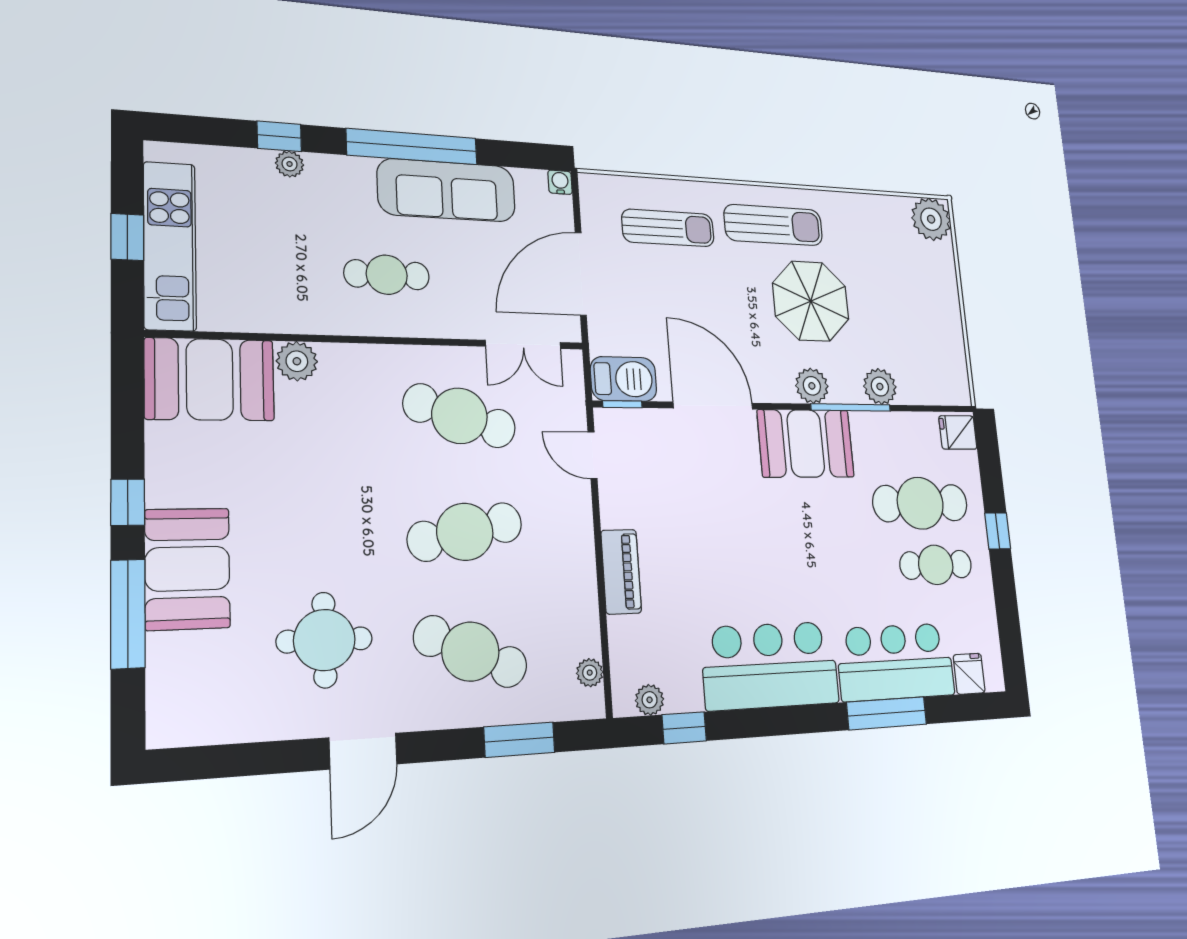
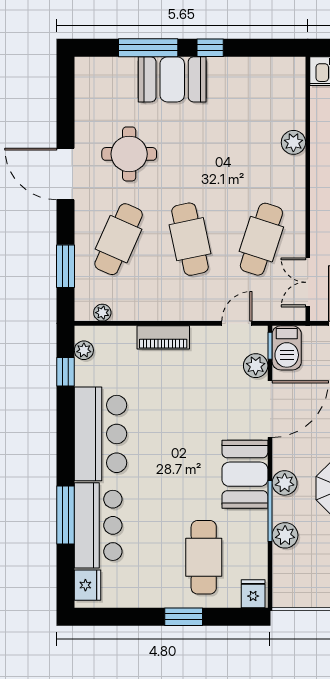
booth: (210, 379) -> (281, 93), removed
plant: (653, 427) -> (256, 366), added
window: (998, 531) -> (184, 617), width x1.50
cafe table: (936, 565) -> (161, 564), removed
fridge: (969, 674) -> (88, 585), width x1.38
door: (363, 751) -> (66, 174), width x1.36

